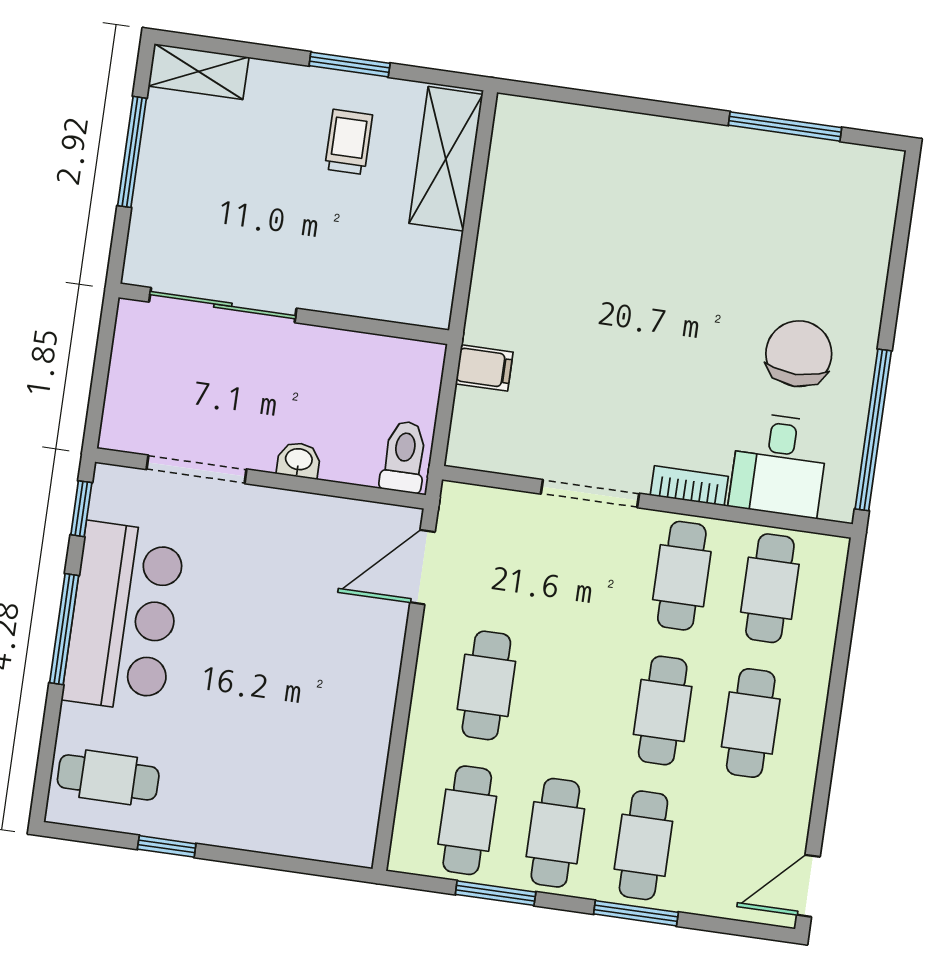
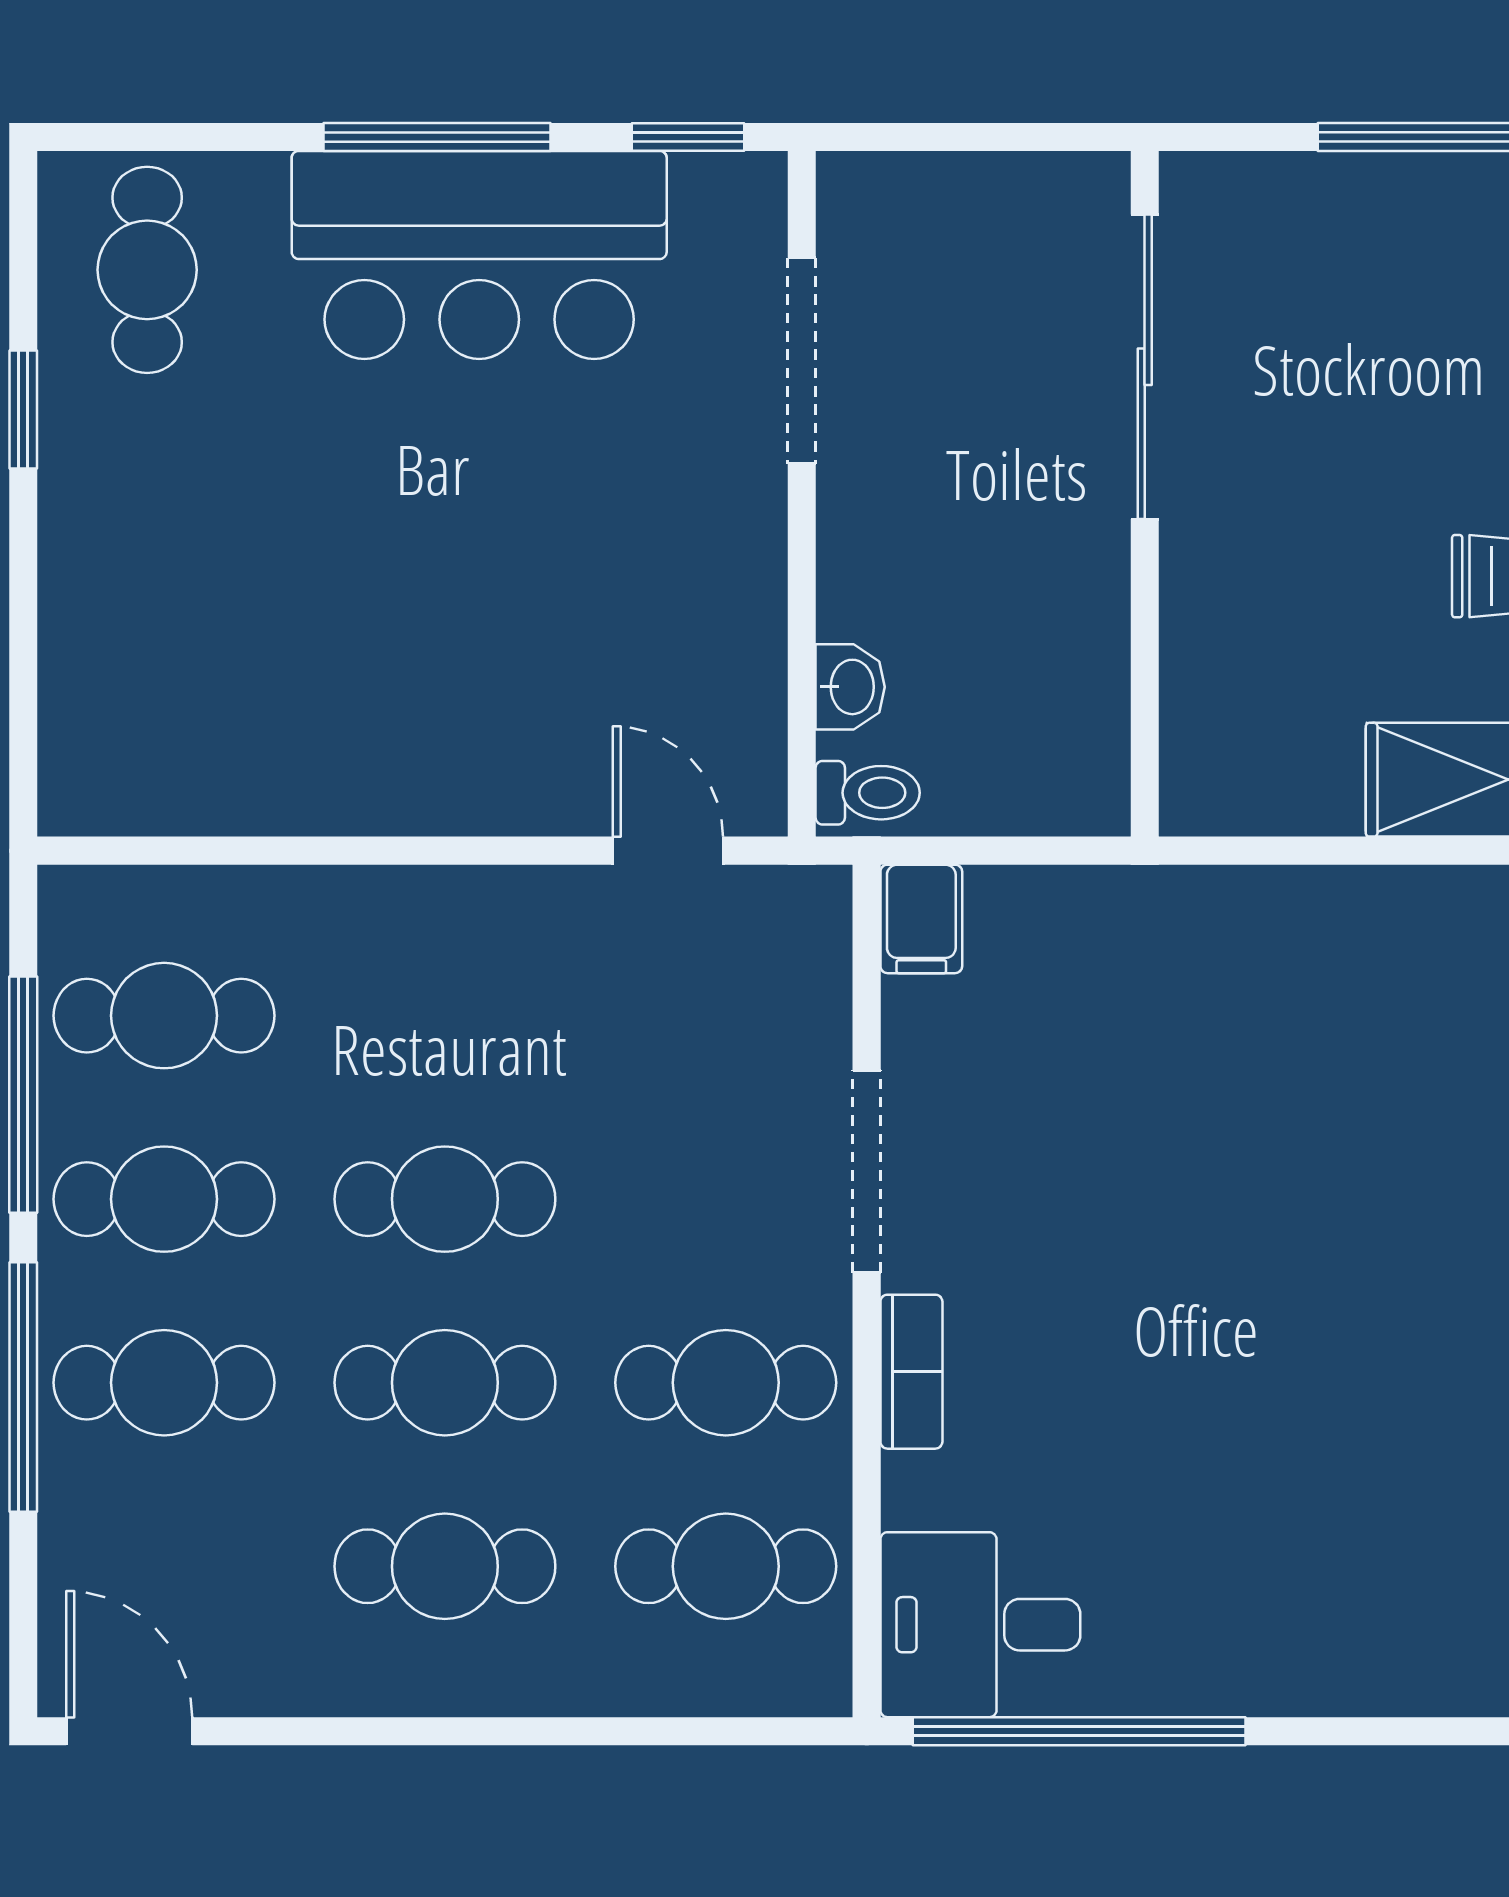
chair: (799, 354) -> (1213, 1557), removed
filing cabinet: (484, 368) -> (921, 919), moved
toilet: (404, 457) -> (868, 793), width x0.73, depth x0.72
washbasin: (299, 460) -> (850, 687), moved
desk: (779, 465) -> (980, 1625), moved
door: (422, 567) -> (668, 851), width x0.73
cafe table: (486, 685) -> (445, 1199), moved
window: (496, 893) -> (23, 1095), width x1.44
window: (636, 913) -> (23, 1387), width x1.44

